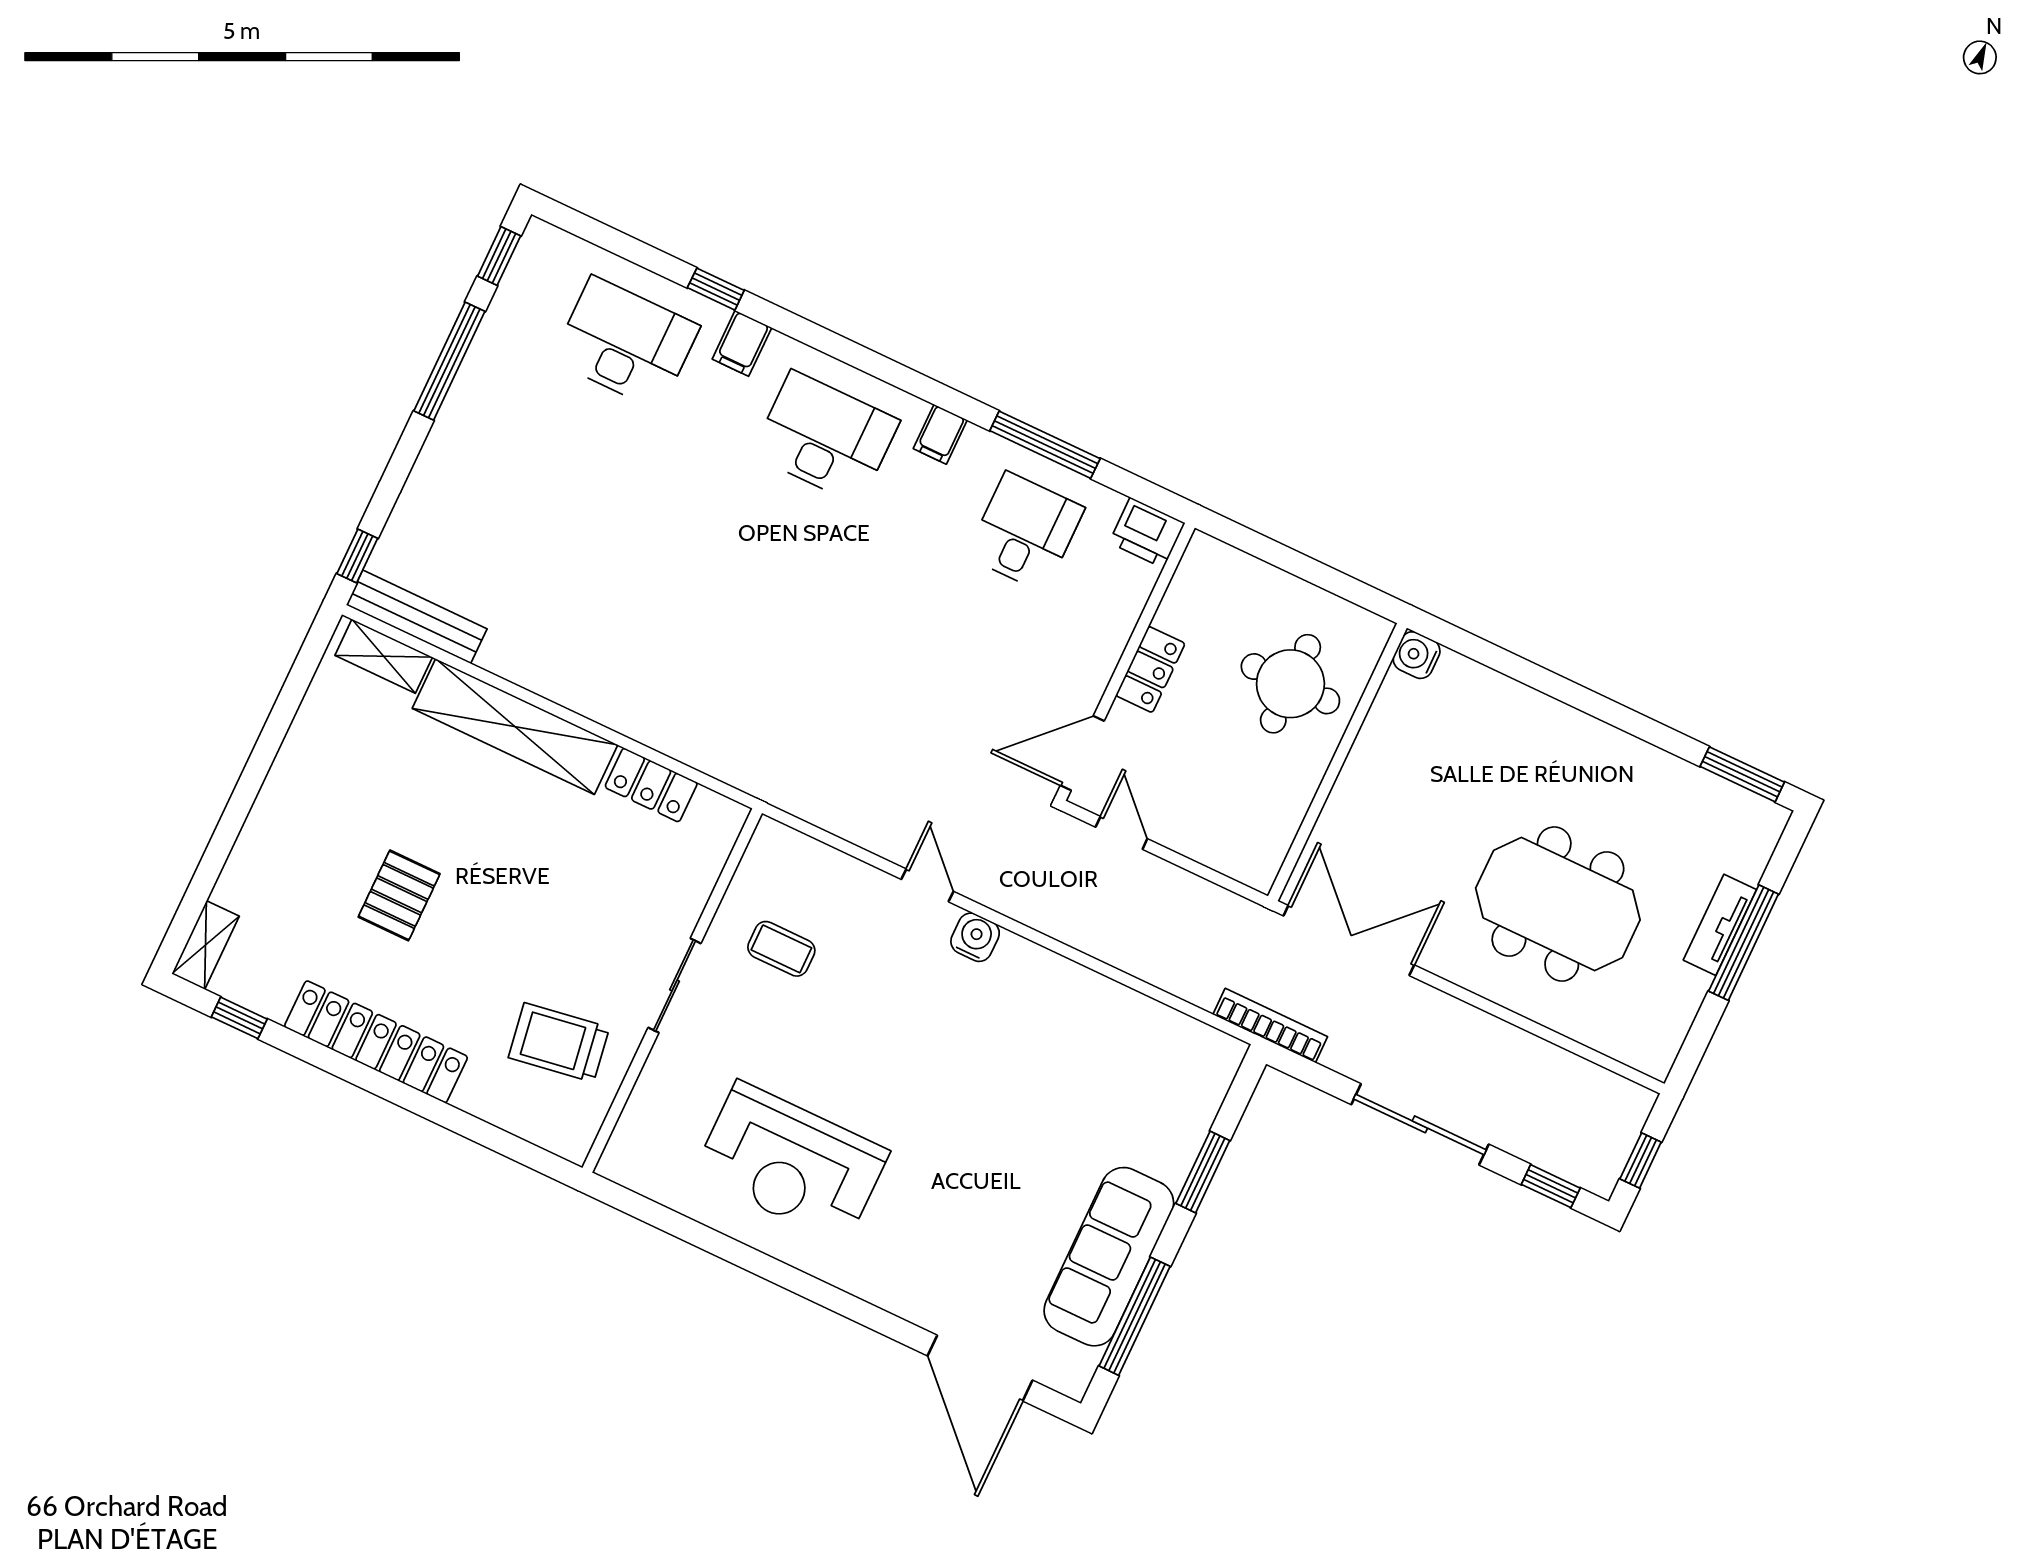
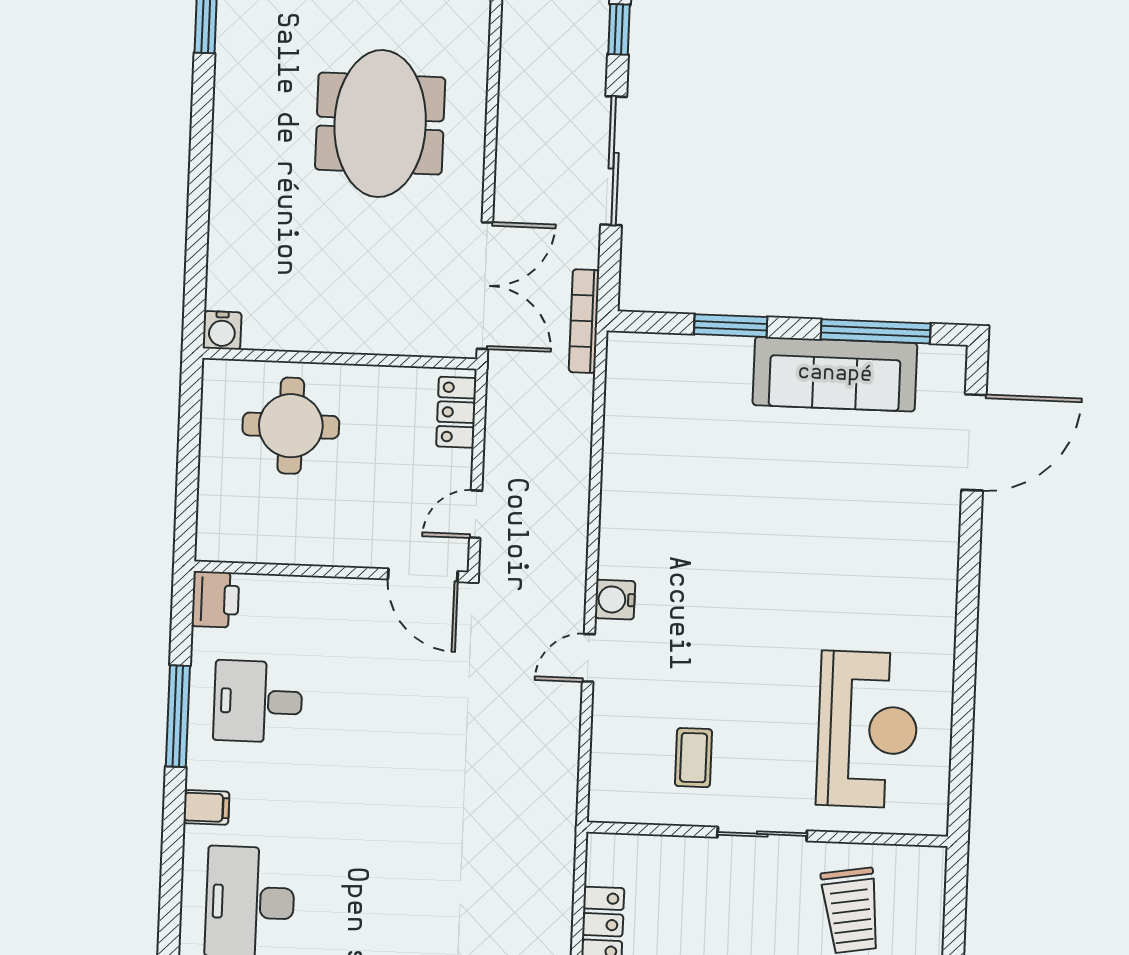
locker: (1150, 669) -> (456, 412), moved, turned -90
double door: (1349, 940) -> (485, 286), swing flipped
reception desk: (791, 1163) -> (867, 730), moved

